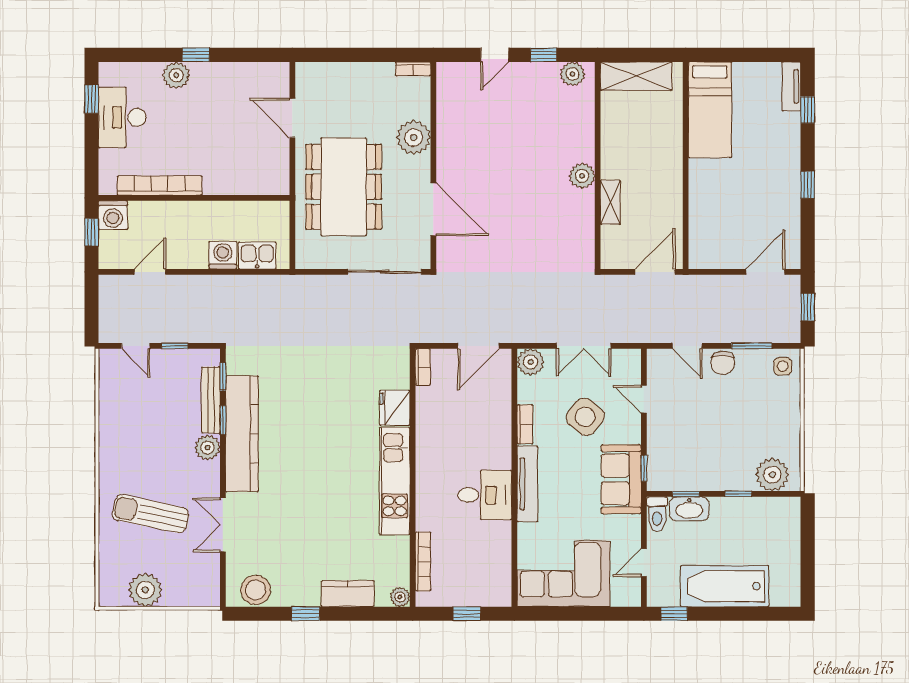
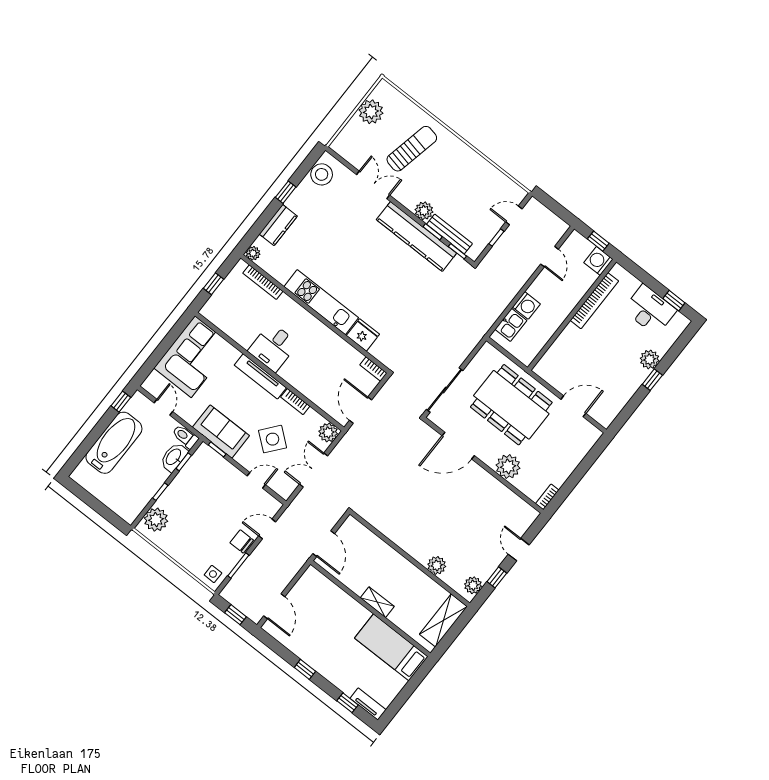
plant: (582, 176) -> (437, 565), moved
shelving: (610, 202) -> (377, 602), moved

